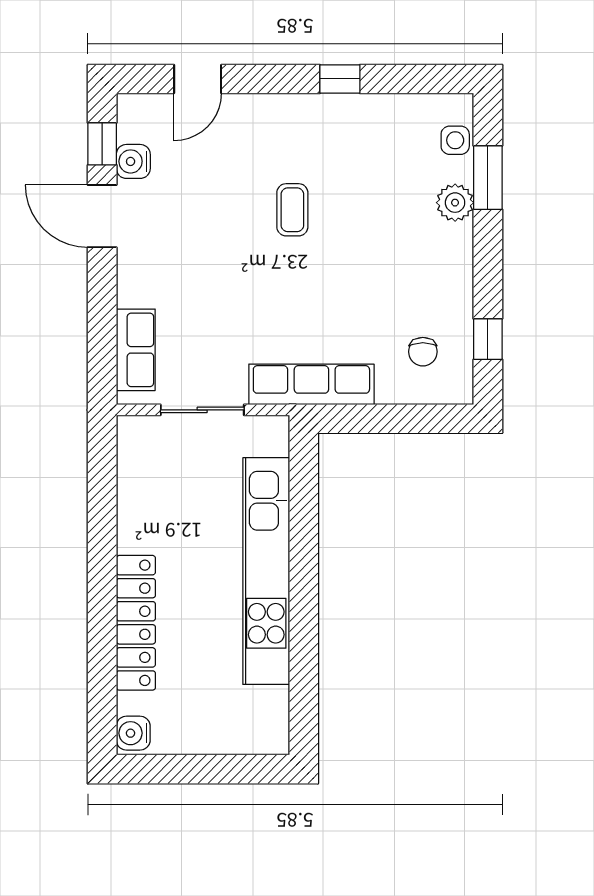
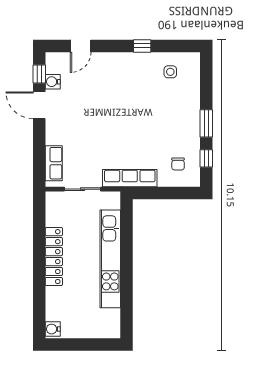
side table: (455, 140) -> (170, 72), moved
window: (488, 178) -> (206, 123), moved
plant: (455, 203) -> (192, 99), removed
coffee table: (292, 210) -> (122, 103), removed
locker: (136, 623) -> (54, 257), moved

